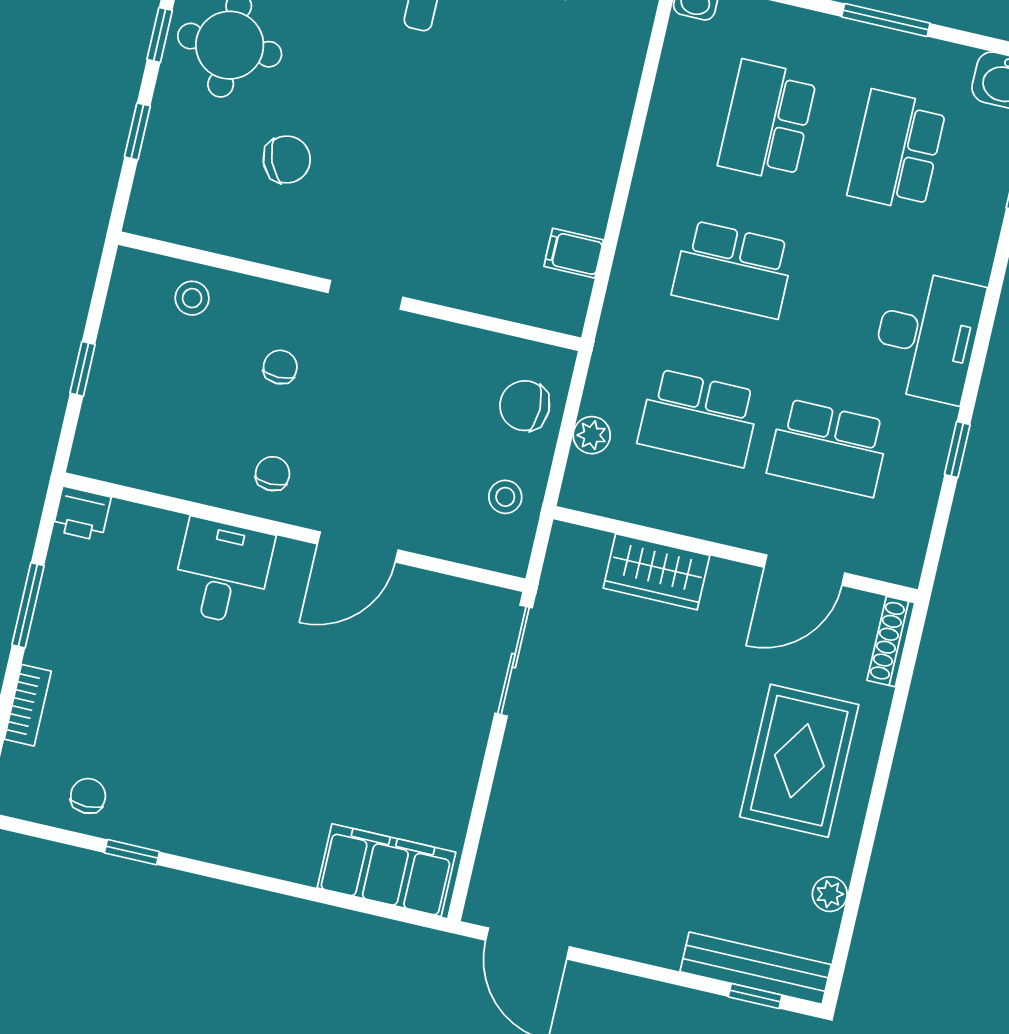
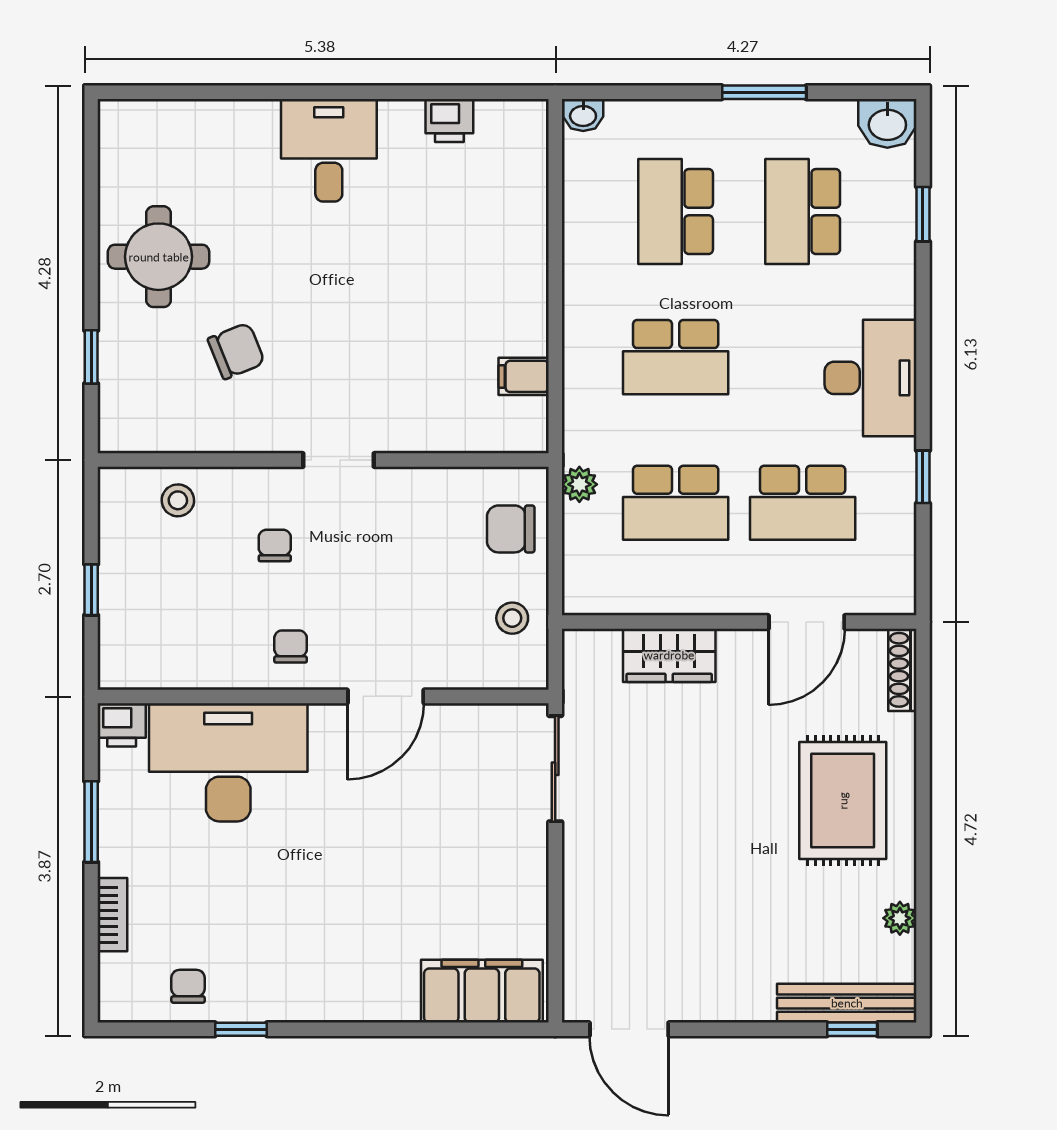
window: (160, 35) -> (91, 262), removed
plant: (592, 435) -> (579, 484), moved
desk: (223, 572) -> (228, 762), width x1.87, depth x1.30

